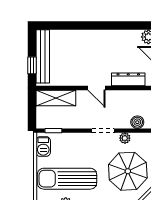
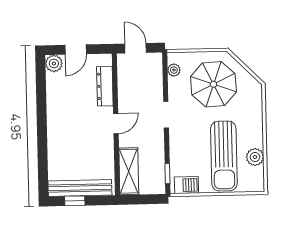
window: (32, 65) -> (75, 201), moved
boiler: (137, 122) -> (155, 74), removed
plant: (125, 138) -> (174, 70), moved

